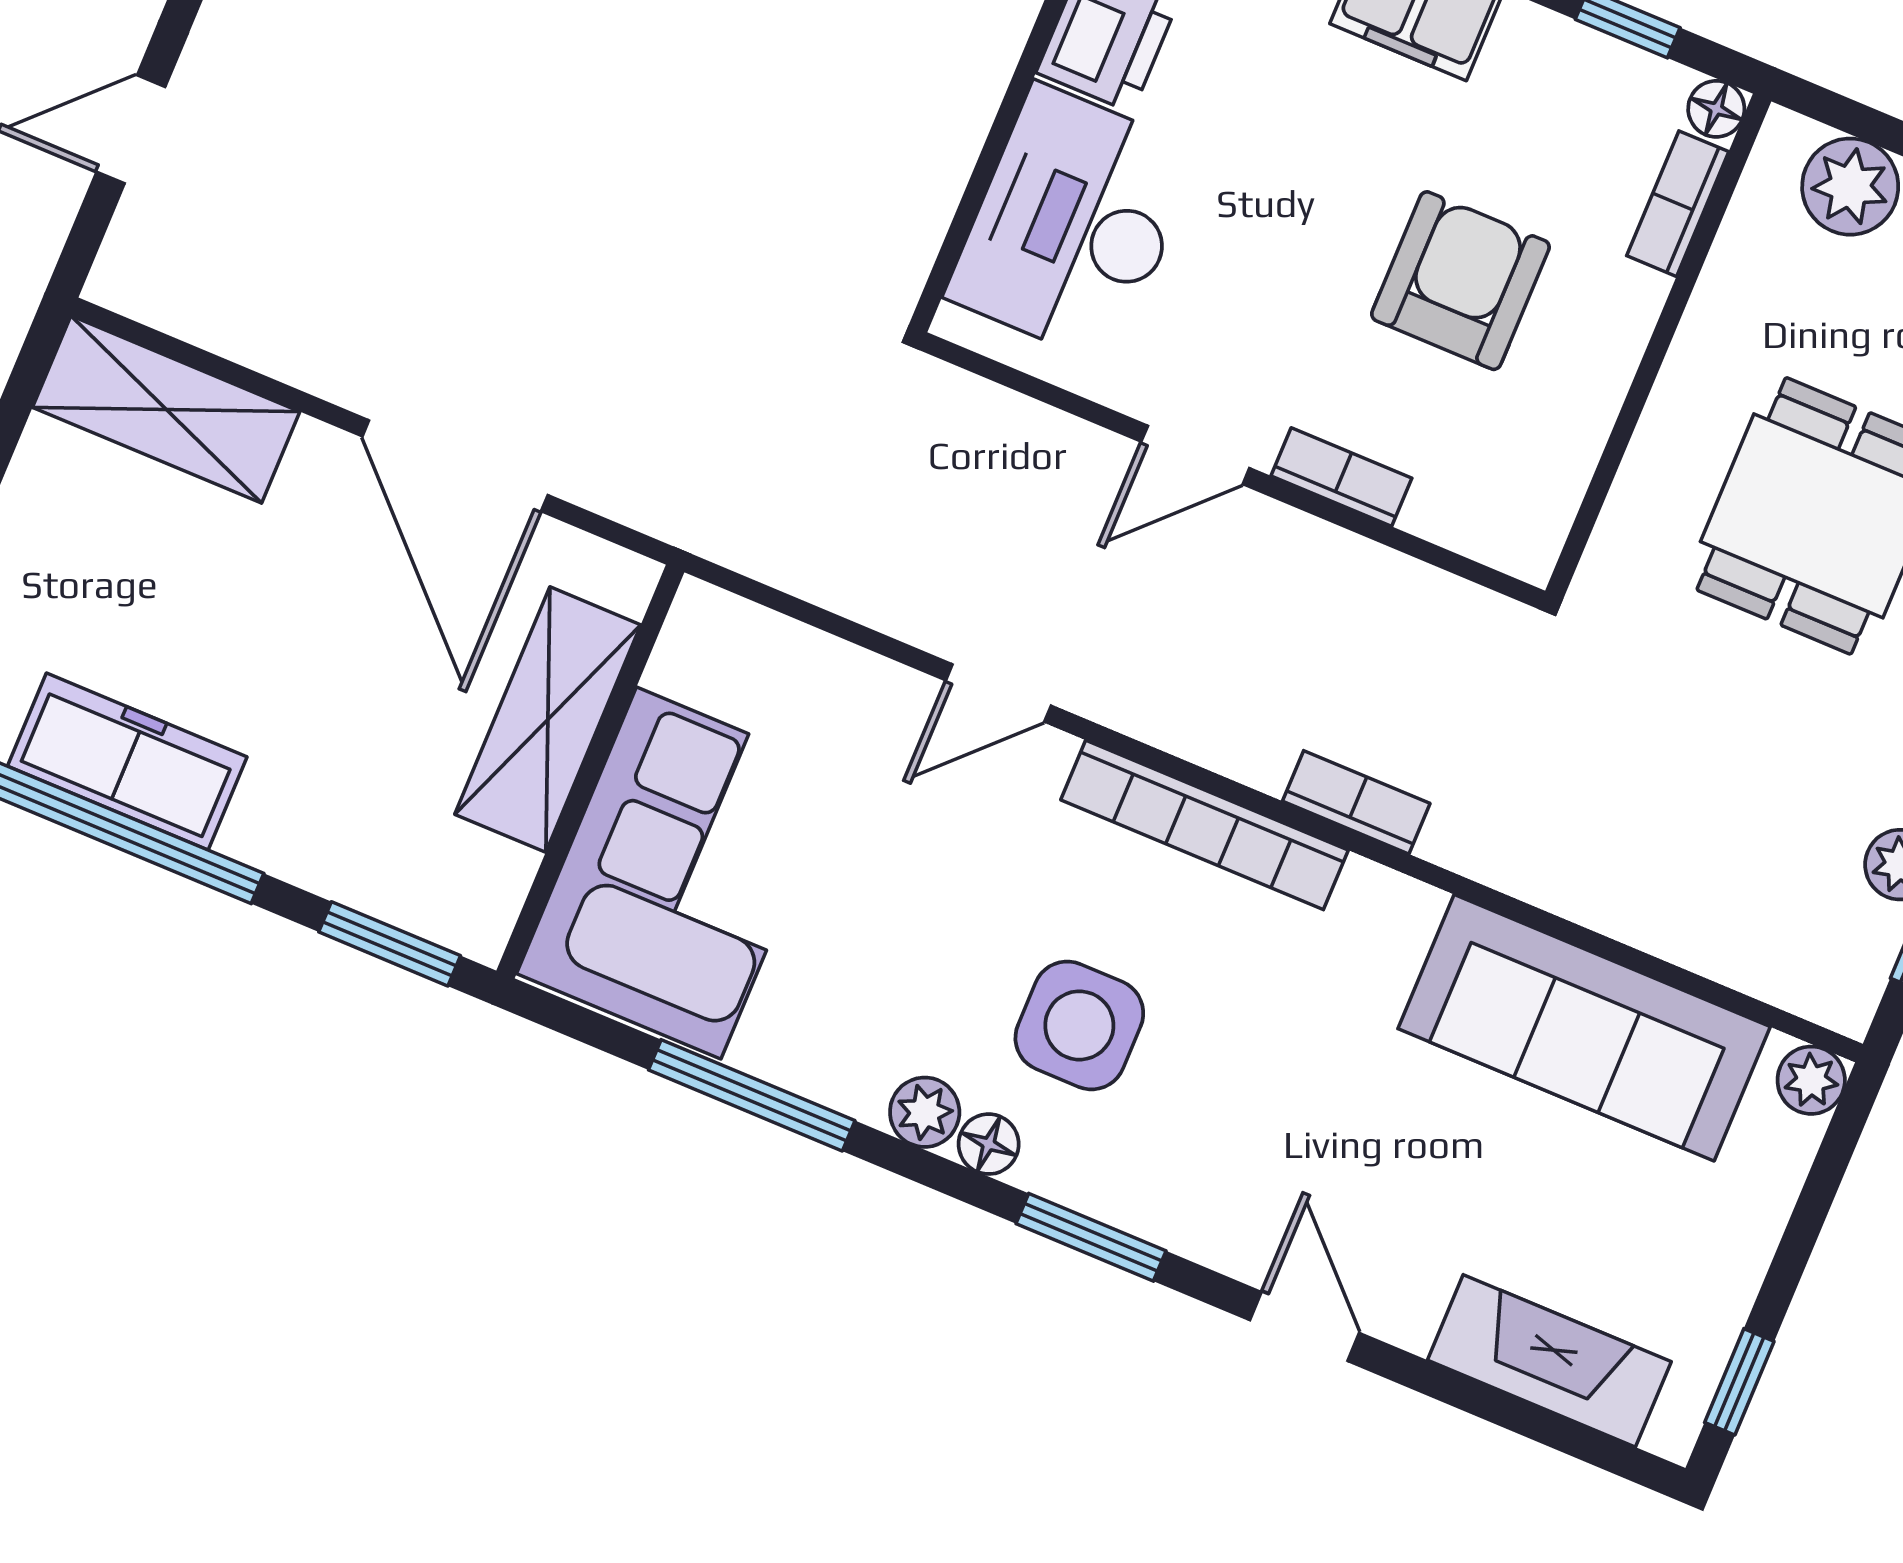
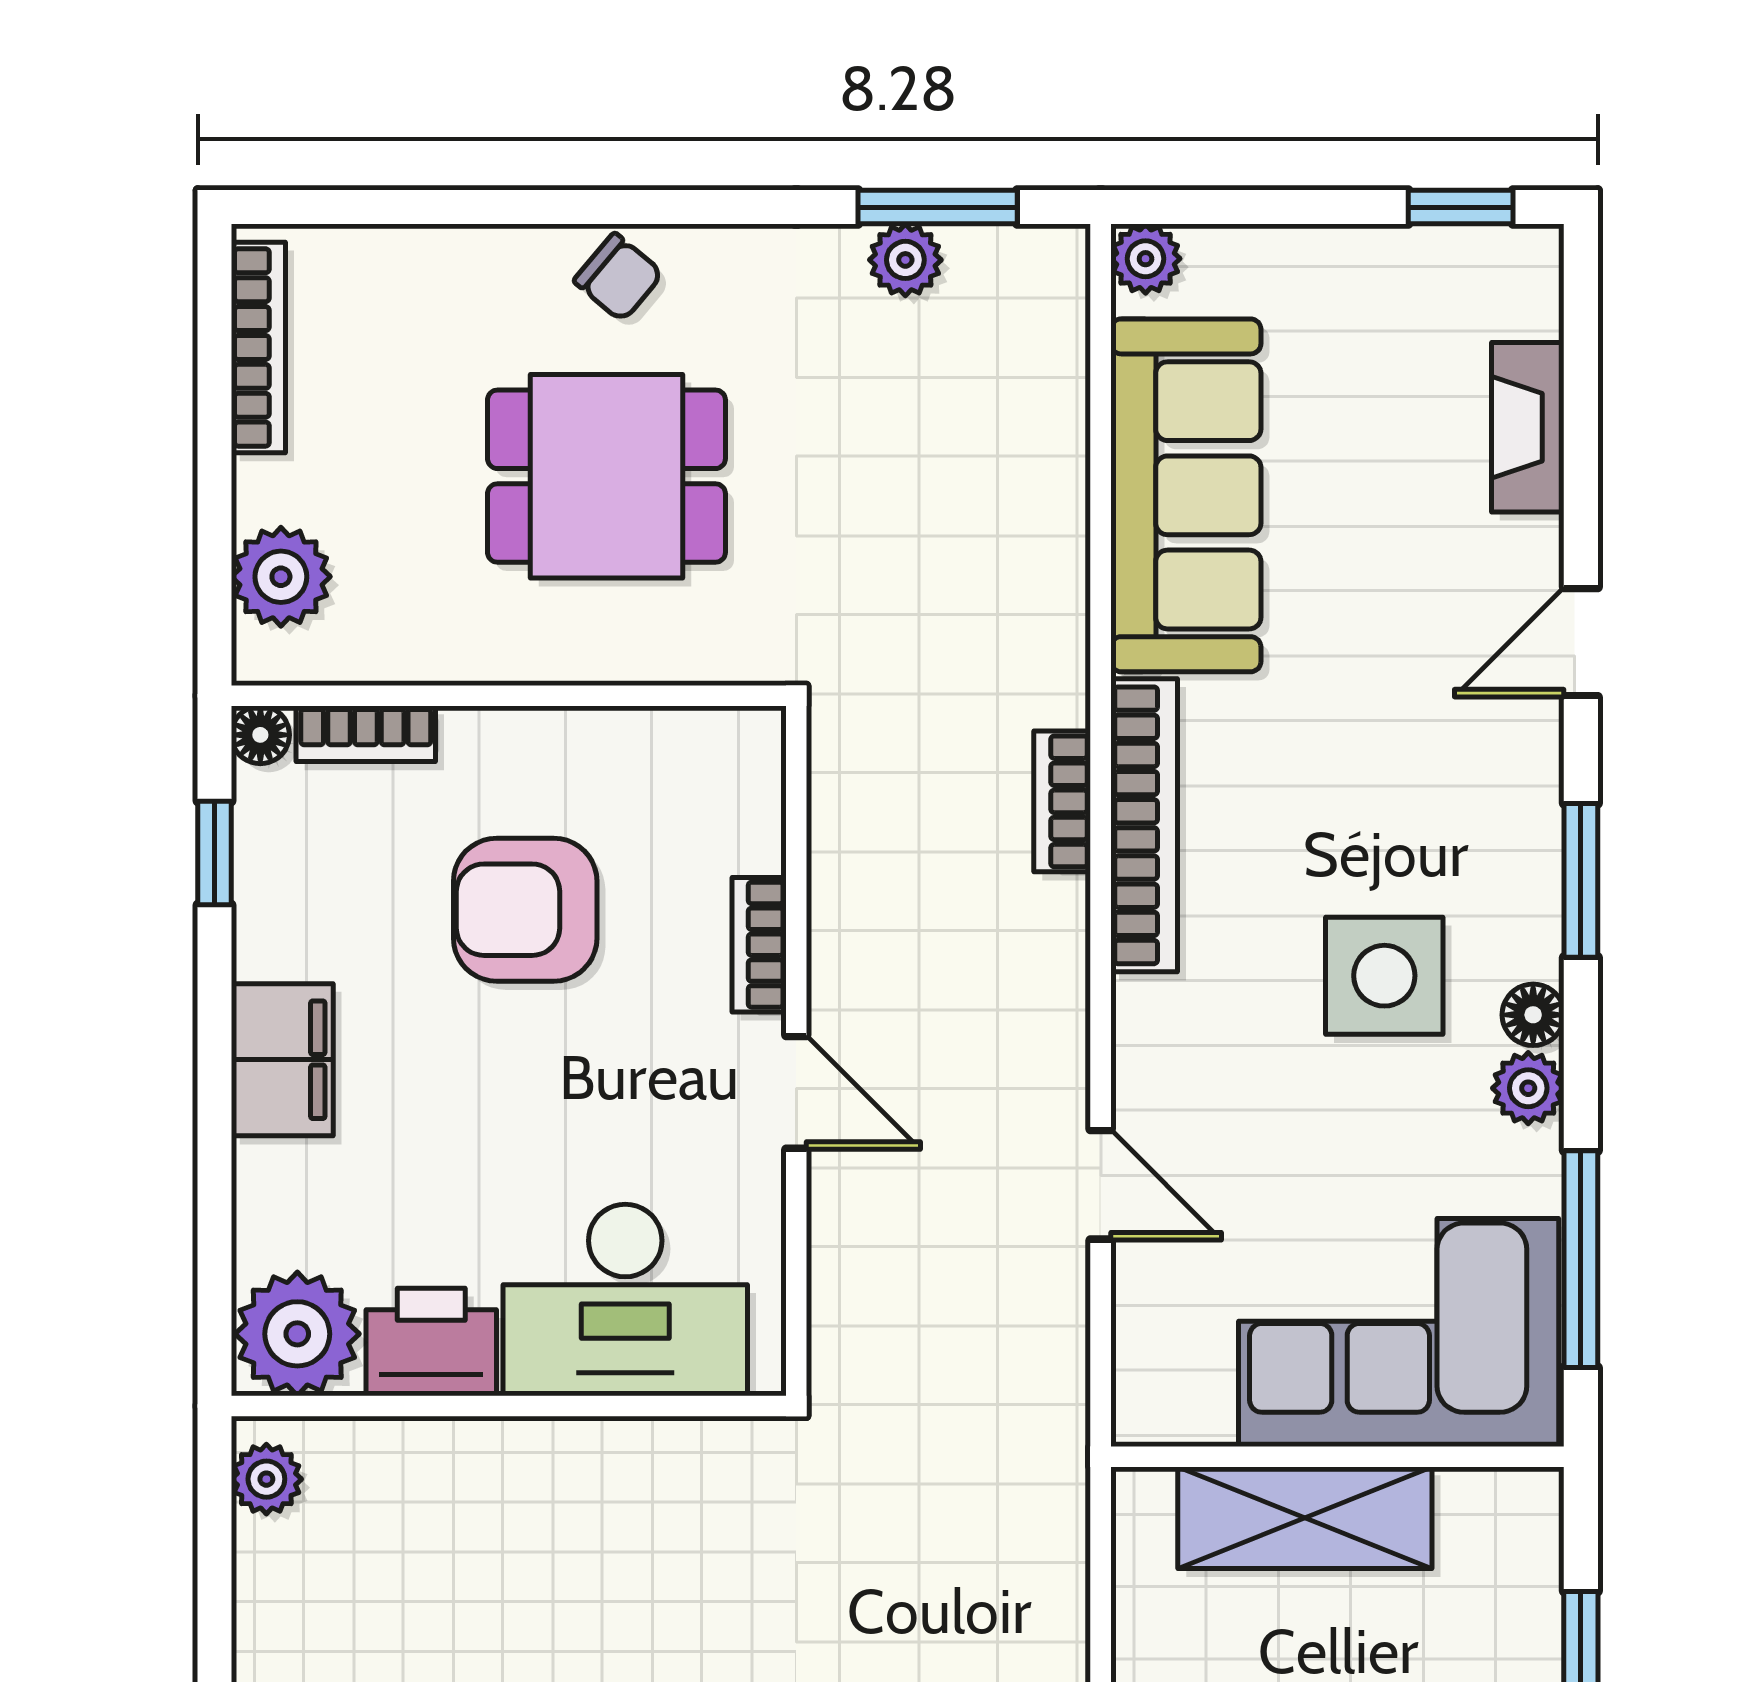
shelving: (548, 720) -> (1305, 1518), moved
wall: (590, 771) -> (1337, 1457), moved
bookcase: (1204, 825) -> (1144, 825), moved
corner sofa: (679, 873) -> (1399, 1332), moved
fireplace: (1549, 1361) -> (1528, 427), width x0.73, depth x0.76

